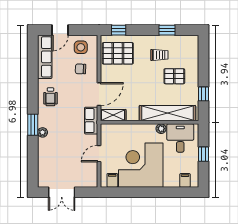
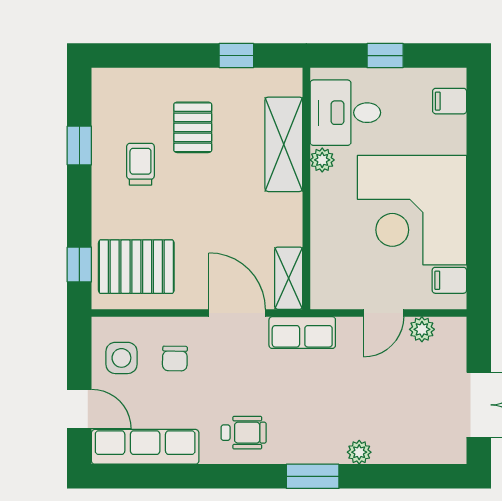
pallet: (118, 53) -> (136, 267), turned 90
shelving: (167, 113) -> (284, 144), width x0.68
plant: (43, 132) -> (359, 452), moved
door: (99, 154) -> (384, 313), hinge flipped
plant: (92, 169) -> (422, 329), added

